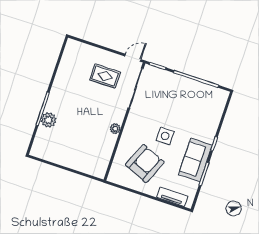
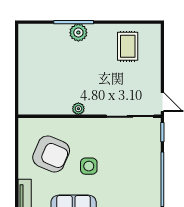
rug: (105, 76) -> (128, 46), moved
plant: (48, 120) -> (78, 33), moved

